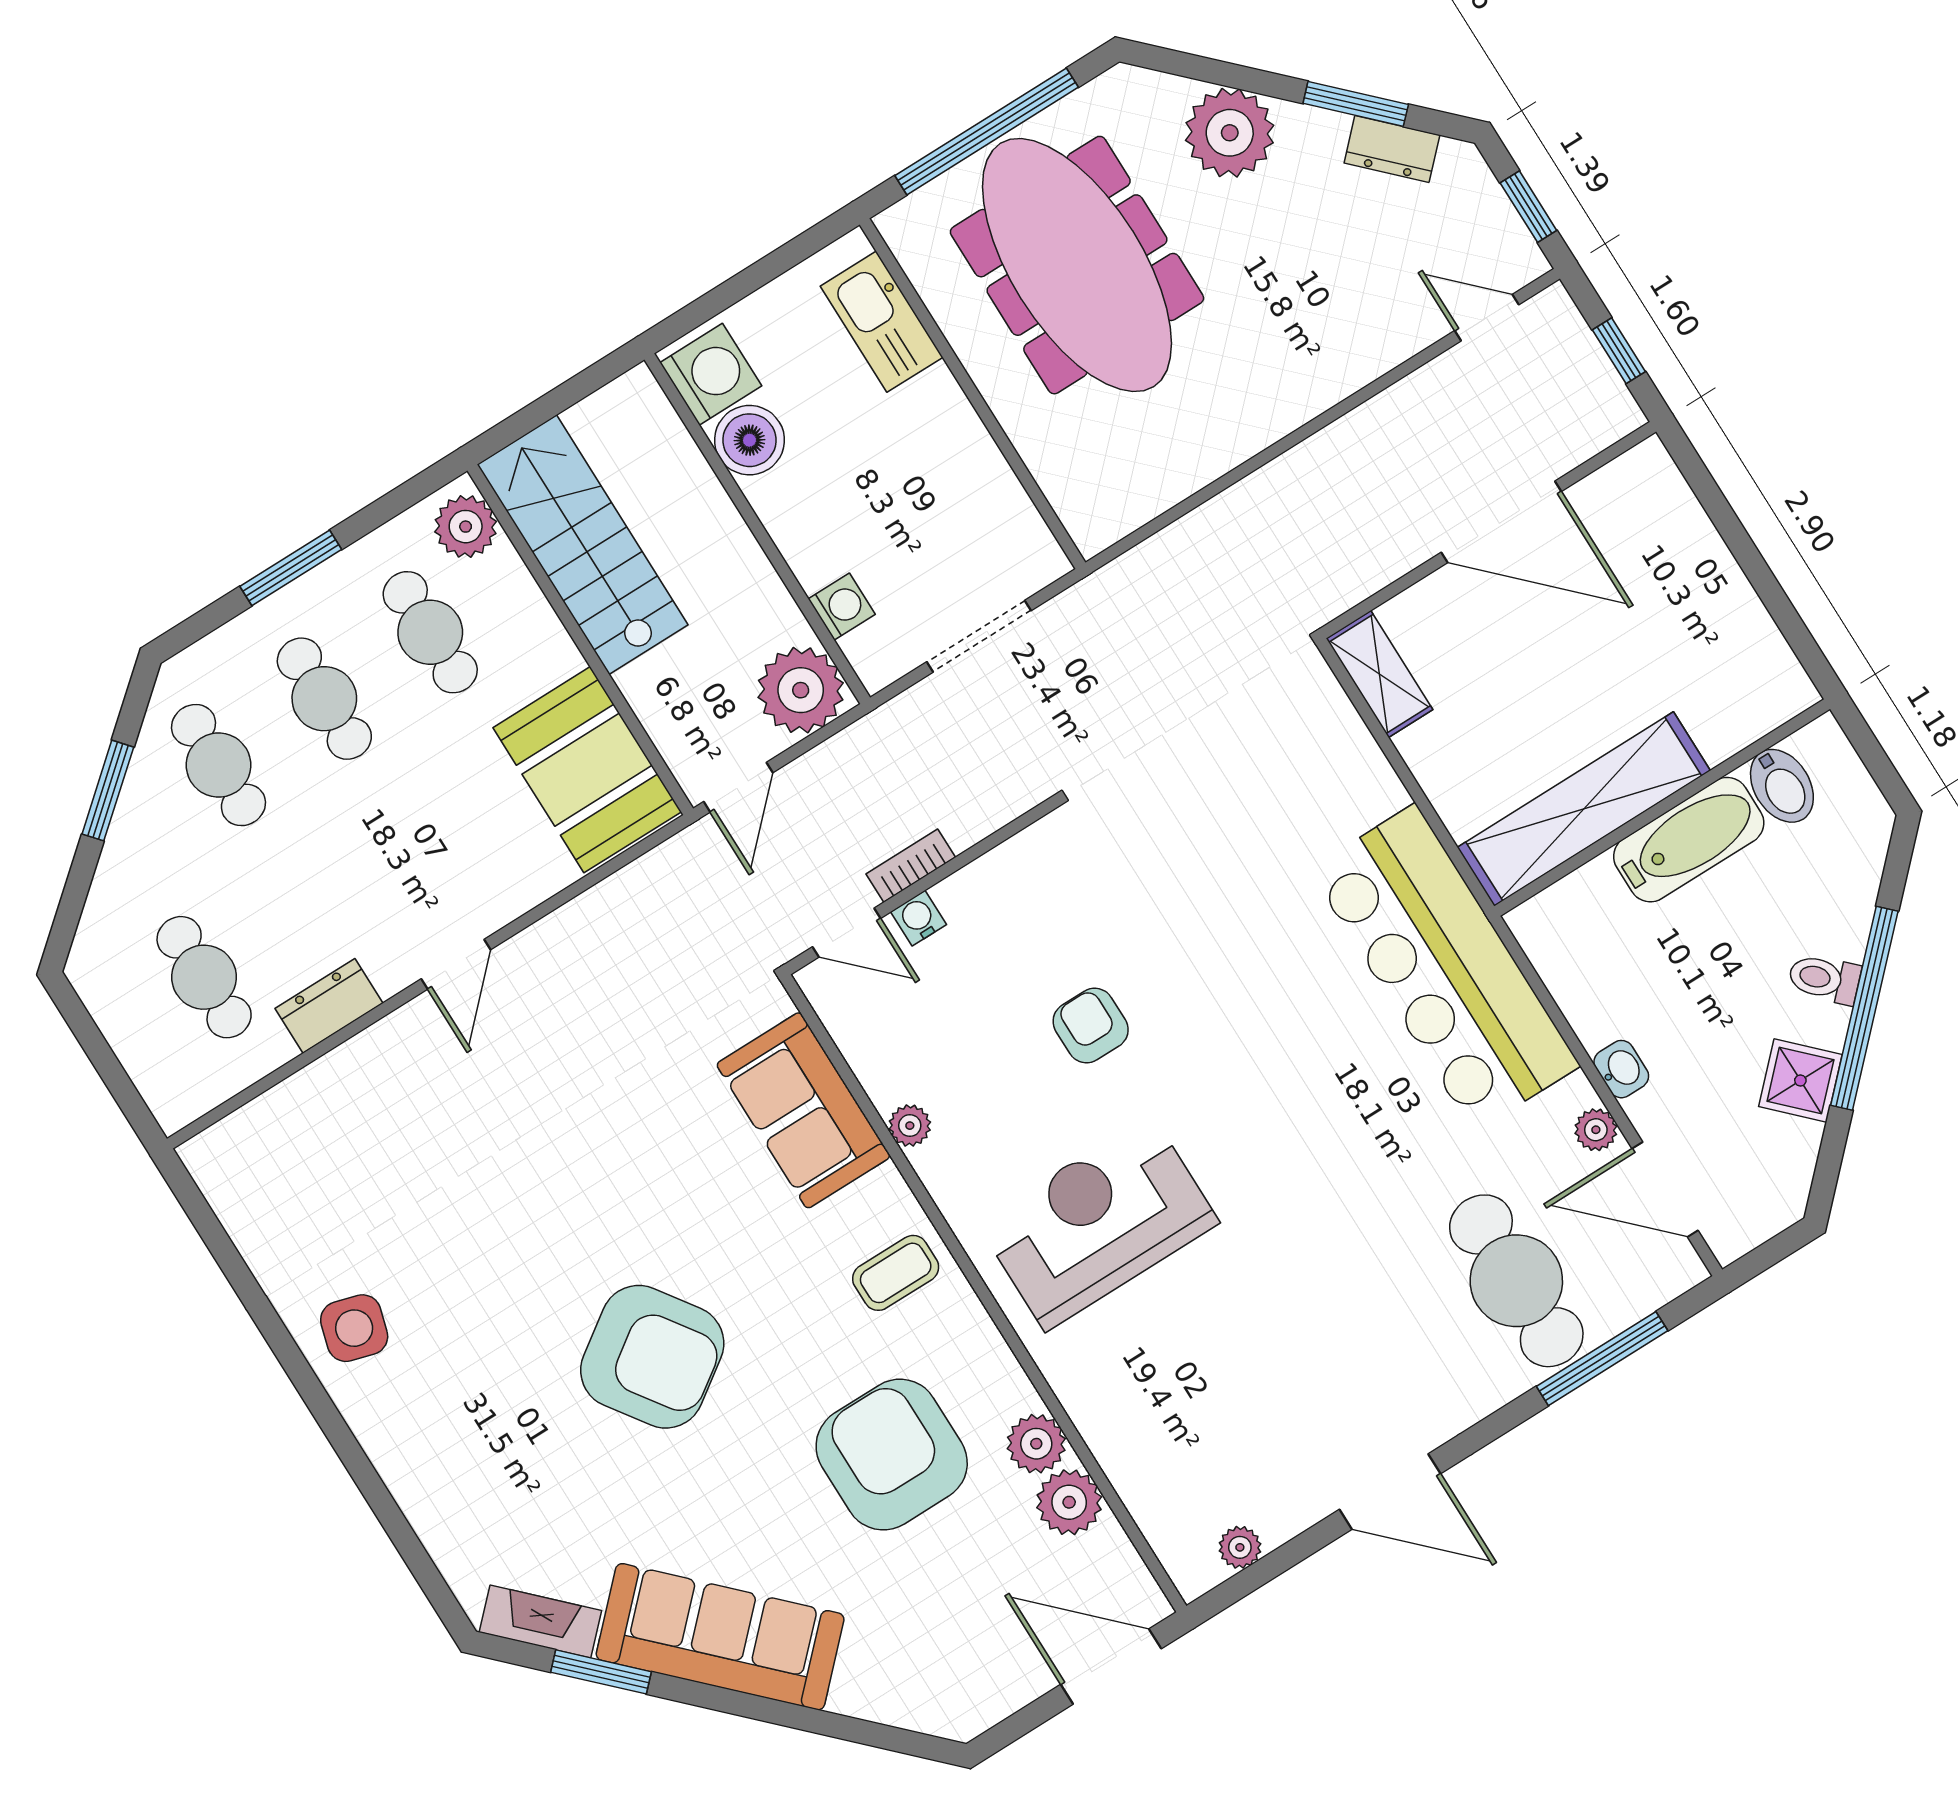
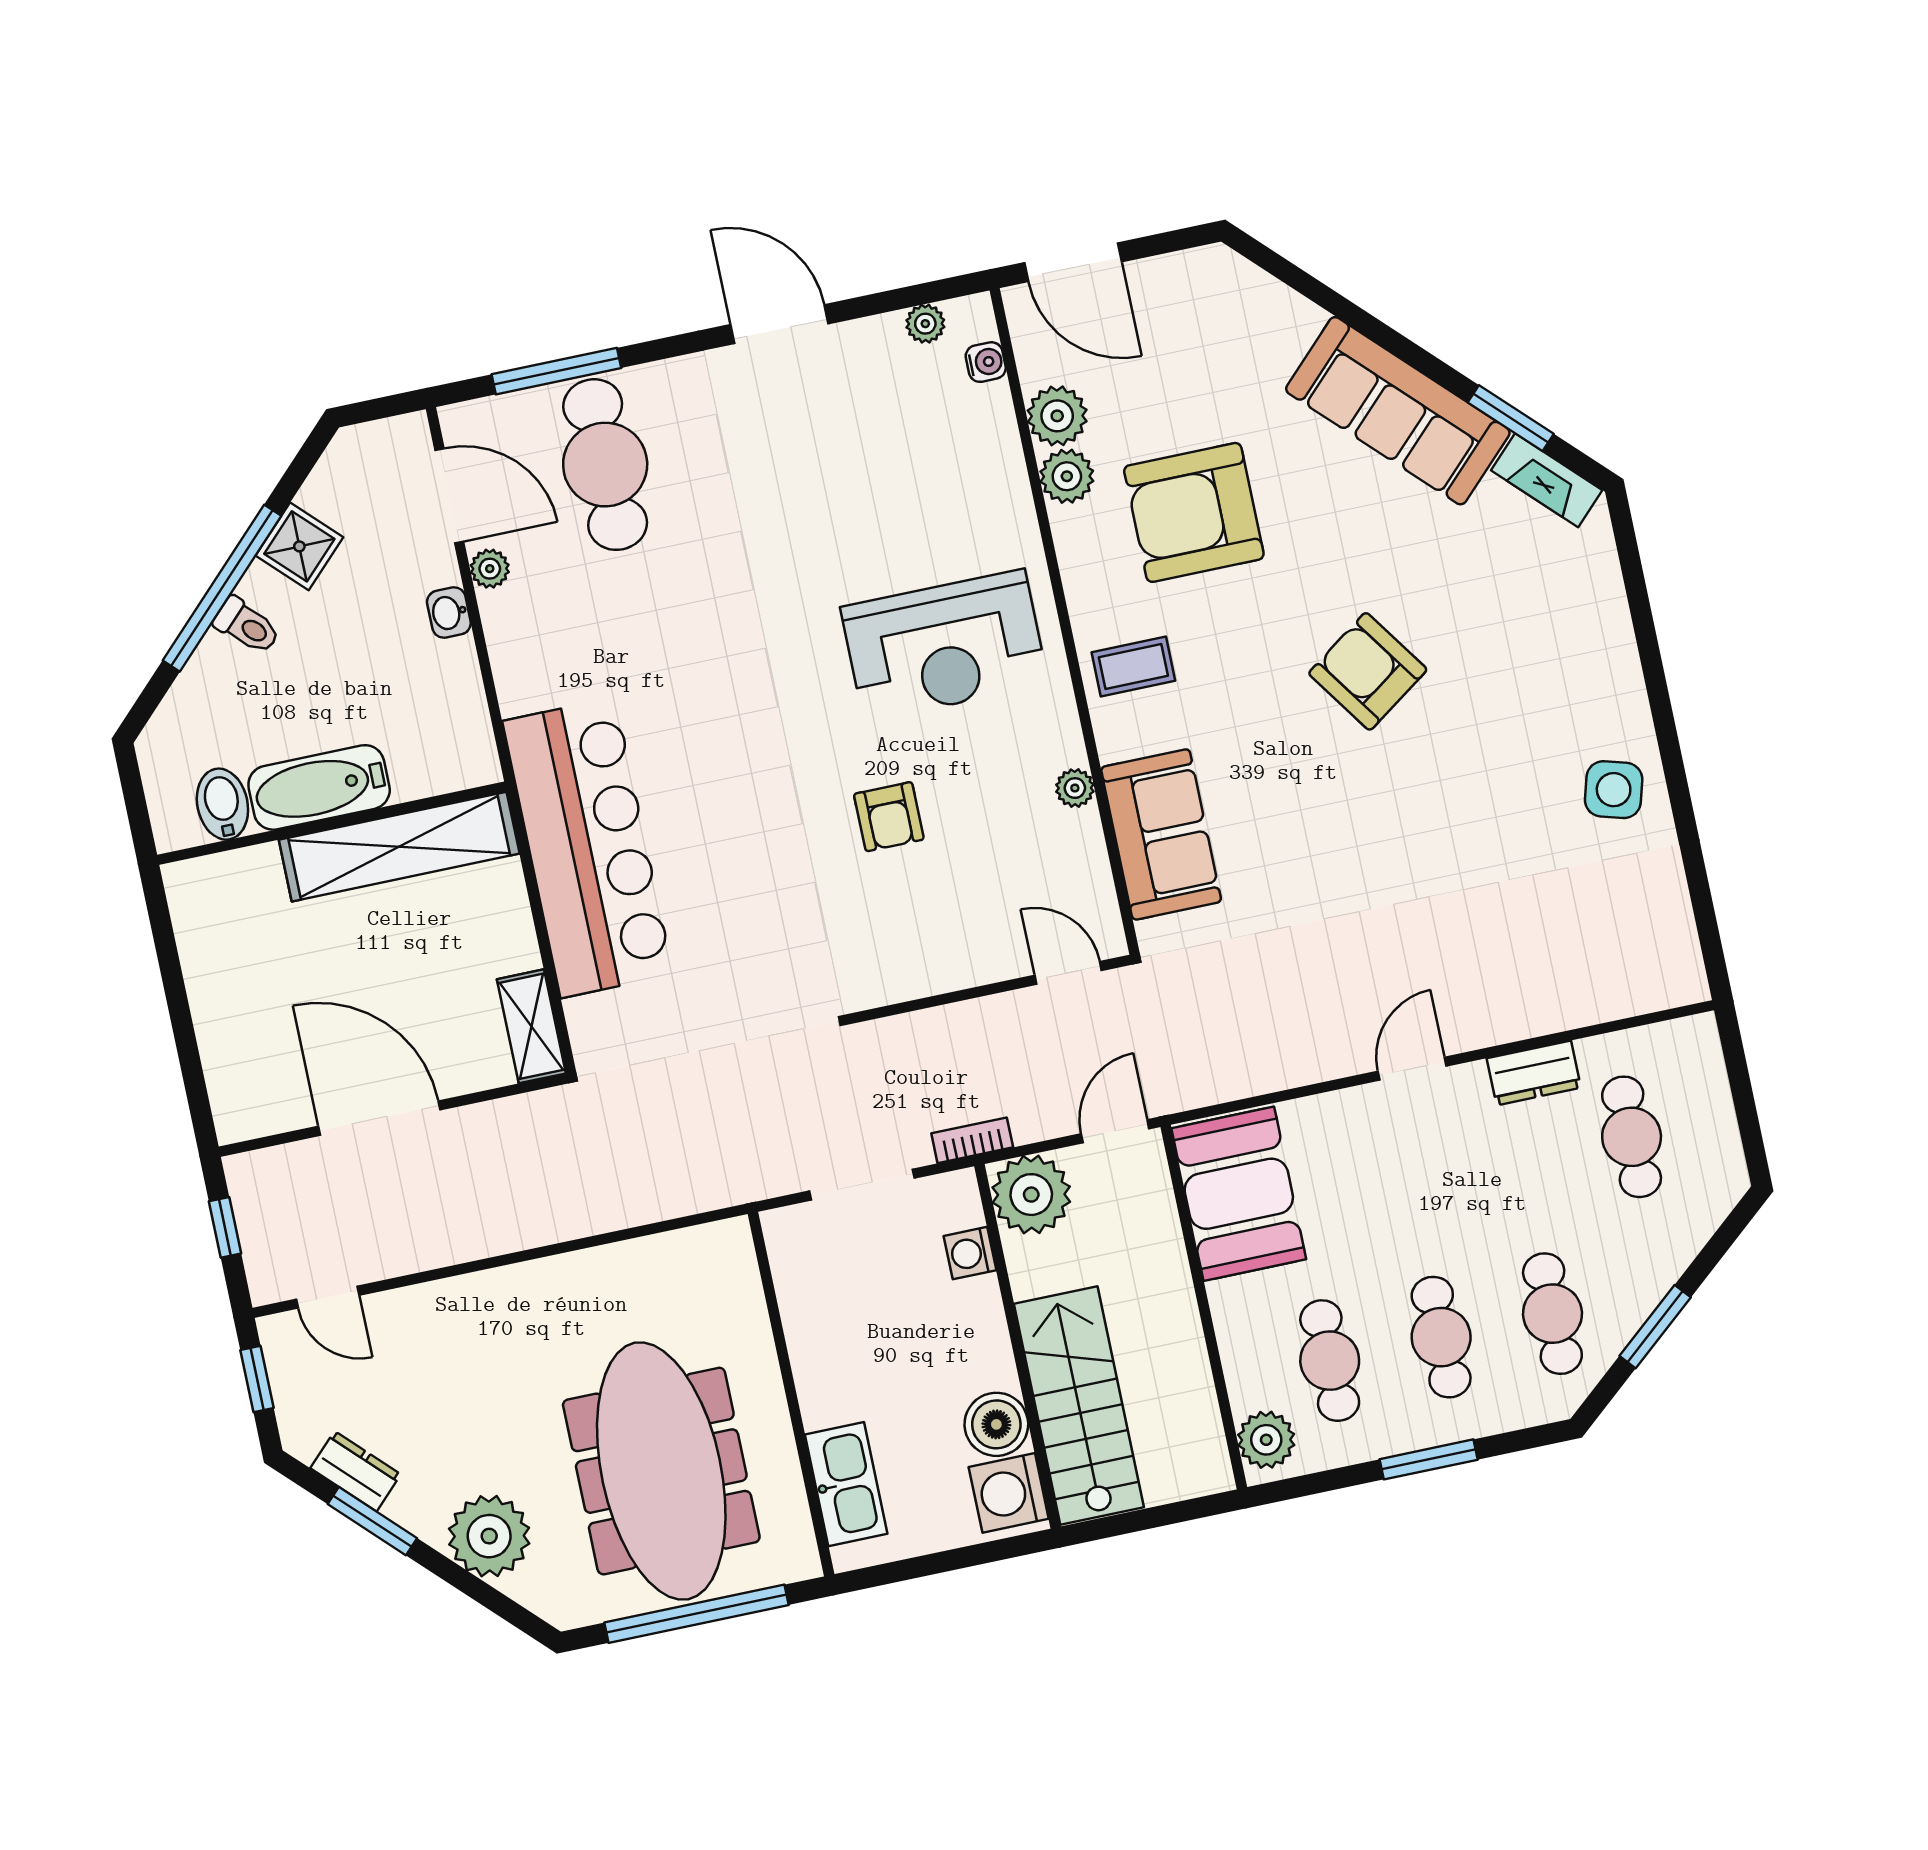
stairs: (583, 545) -> (1079, 1406), moved, turned 180
bookcase: (911, 866) -> (972, 1140), moved, turned 180
water cooler: (918, 918) -> (986, 362), moved, turned -90
bar counter: (1444, 968) -> (588, 848), moved
armchair: (652, 1357) -> (1368, 671), width x0.73, depth x0.73
armchair: (892, 1455) -> (1194, 512), turned 90

